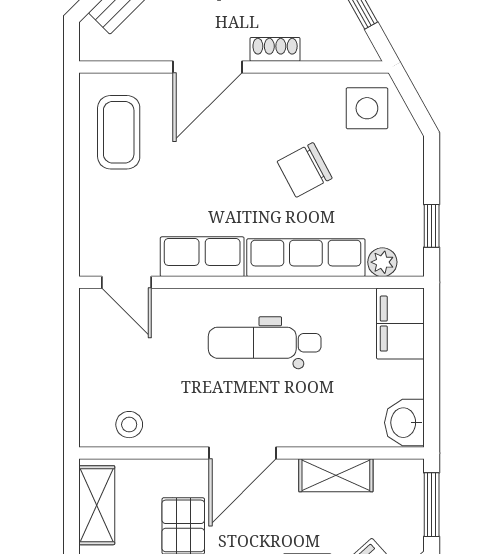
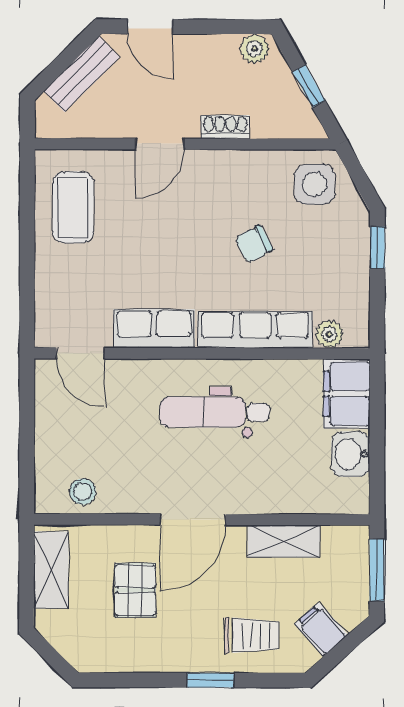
door: (207, 67) -> (159, 144), width x0.73
chair: (305, 170) -> (254, 244), width x0.73, depth x0.73
window: (432, 226) -> (377, 247), moved
washbasin: (404, 423) -> (351, 454), moved

